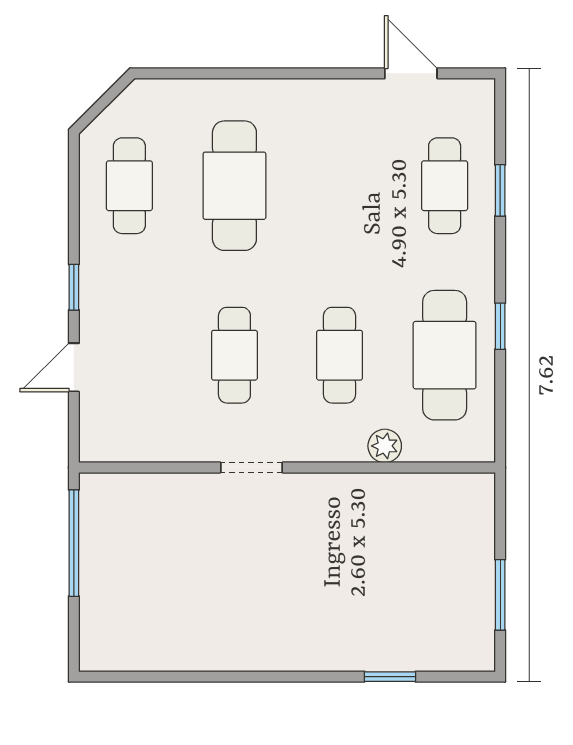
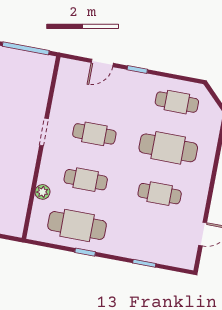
cafe table: (445, 186) -> (160, 194), moved
door: (74, 367) -> (102, 63), swing flipped

